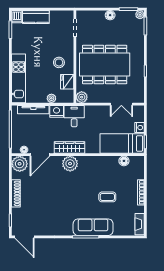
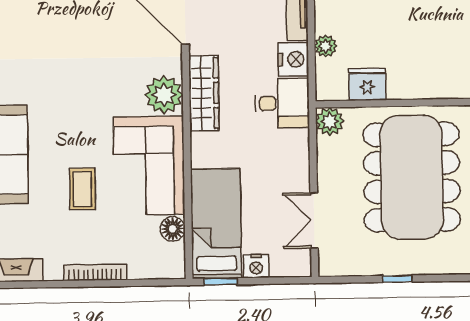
stool: (59, 62) -> (415, 63), removed
corner sofa: (98, 170) -> (149, 165), added

